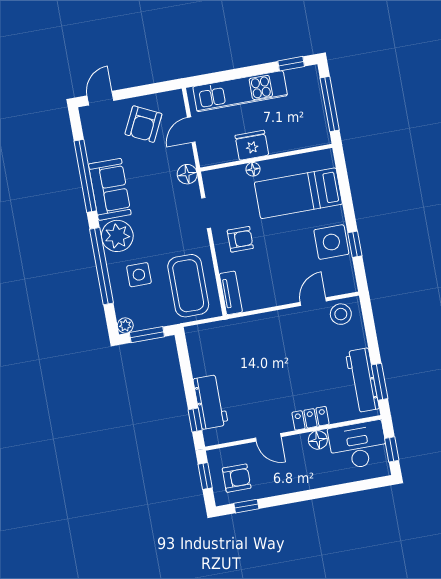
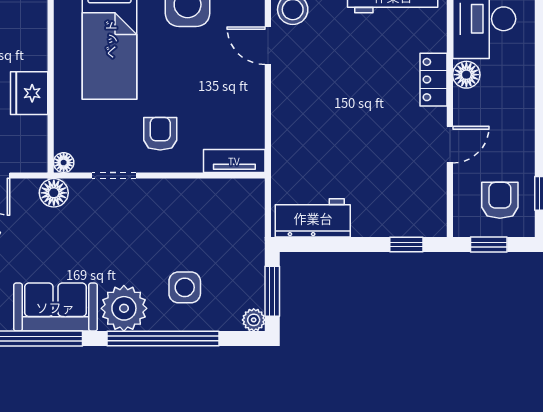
floor lamp: (253, 169) -> (64, 163), moved
coffee table: (188, 286) -> (213, 220), removed
workbench: (211, 402) -> (313, 218), moved

